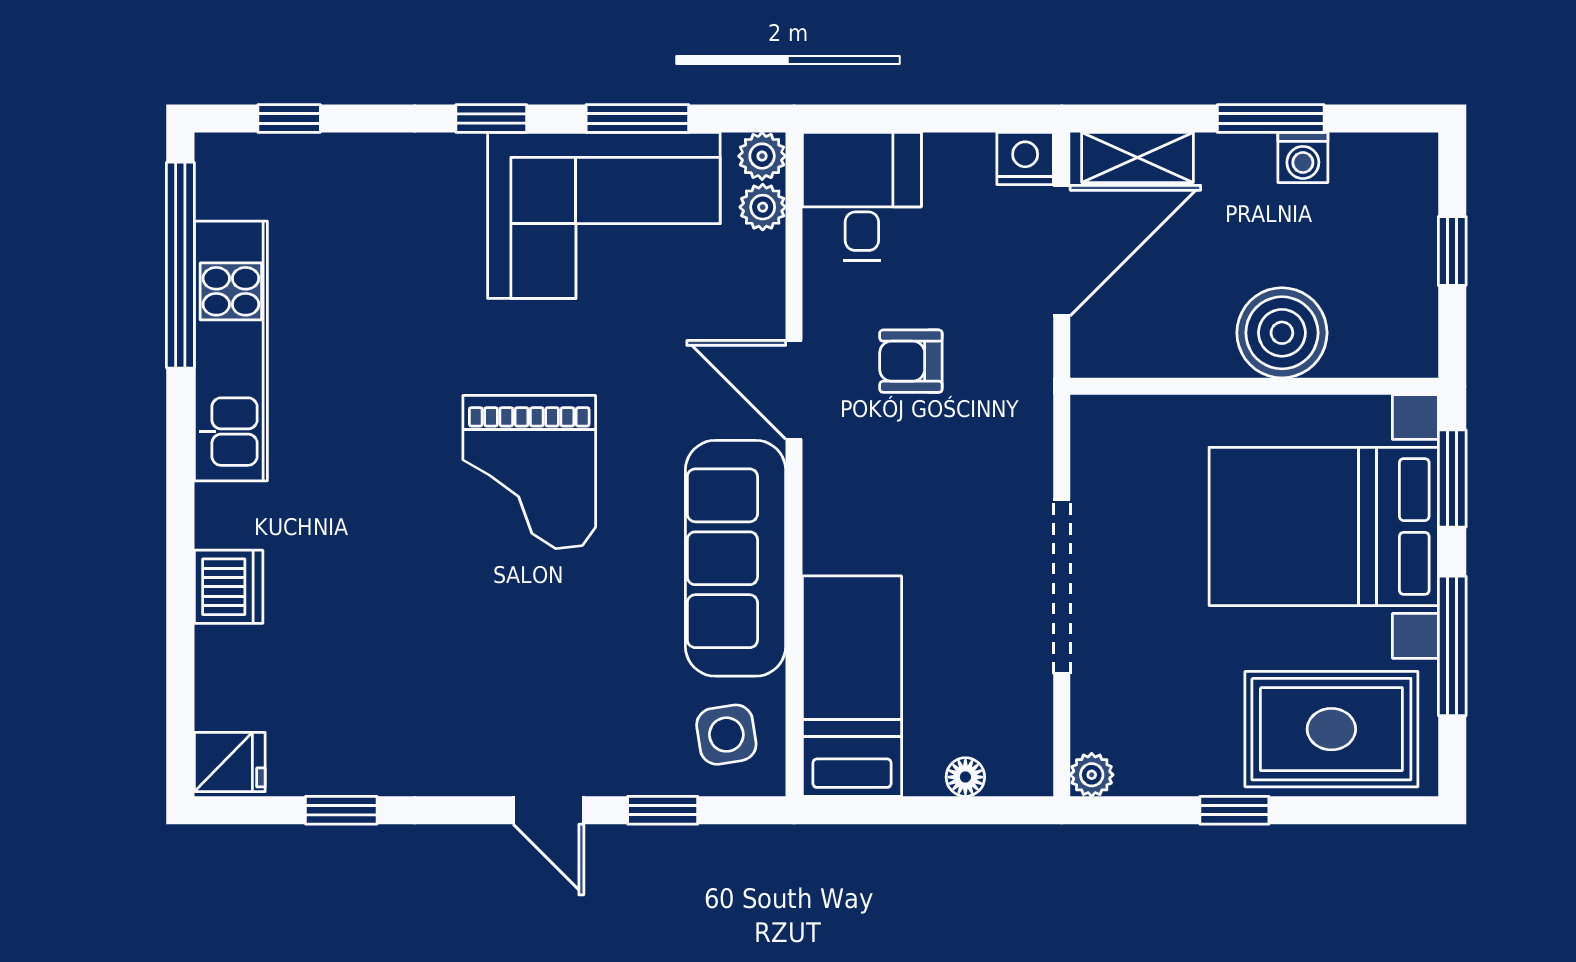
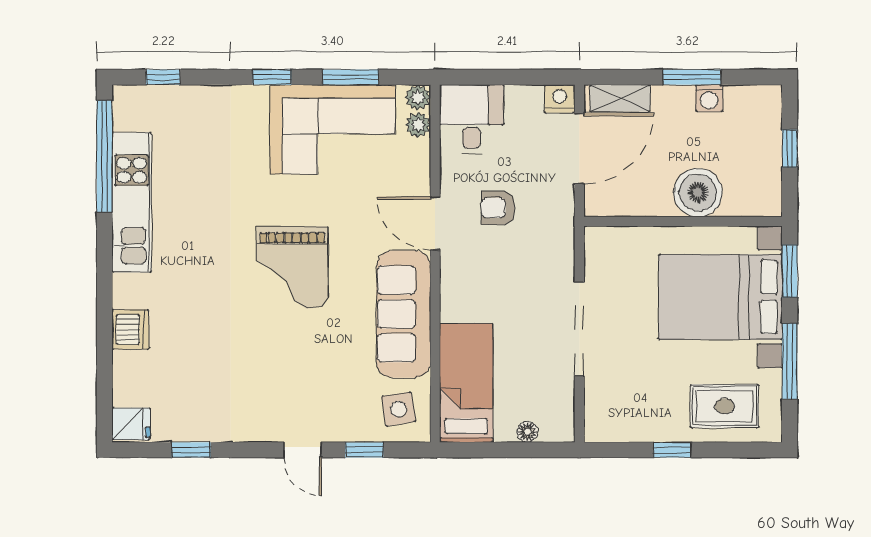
rug: (1331, 729) -> (725, 406), width x0.73, depth x0.70
plant: (1092, 775) -> (595, 431), removed

